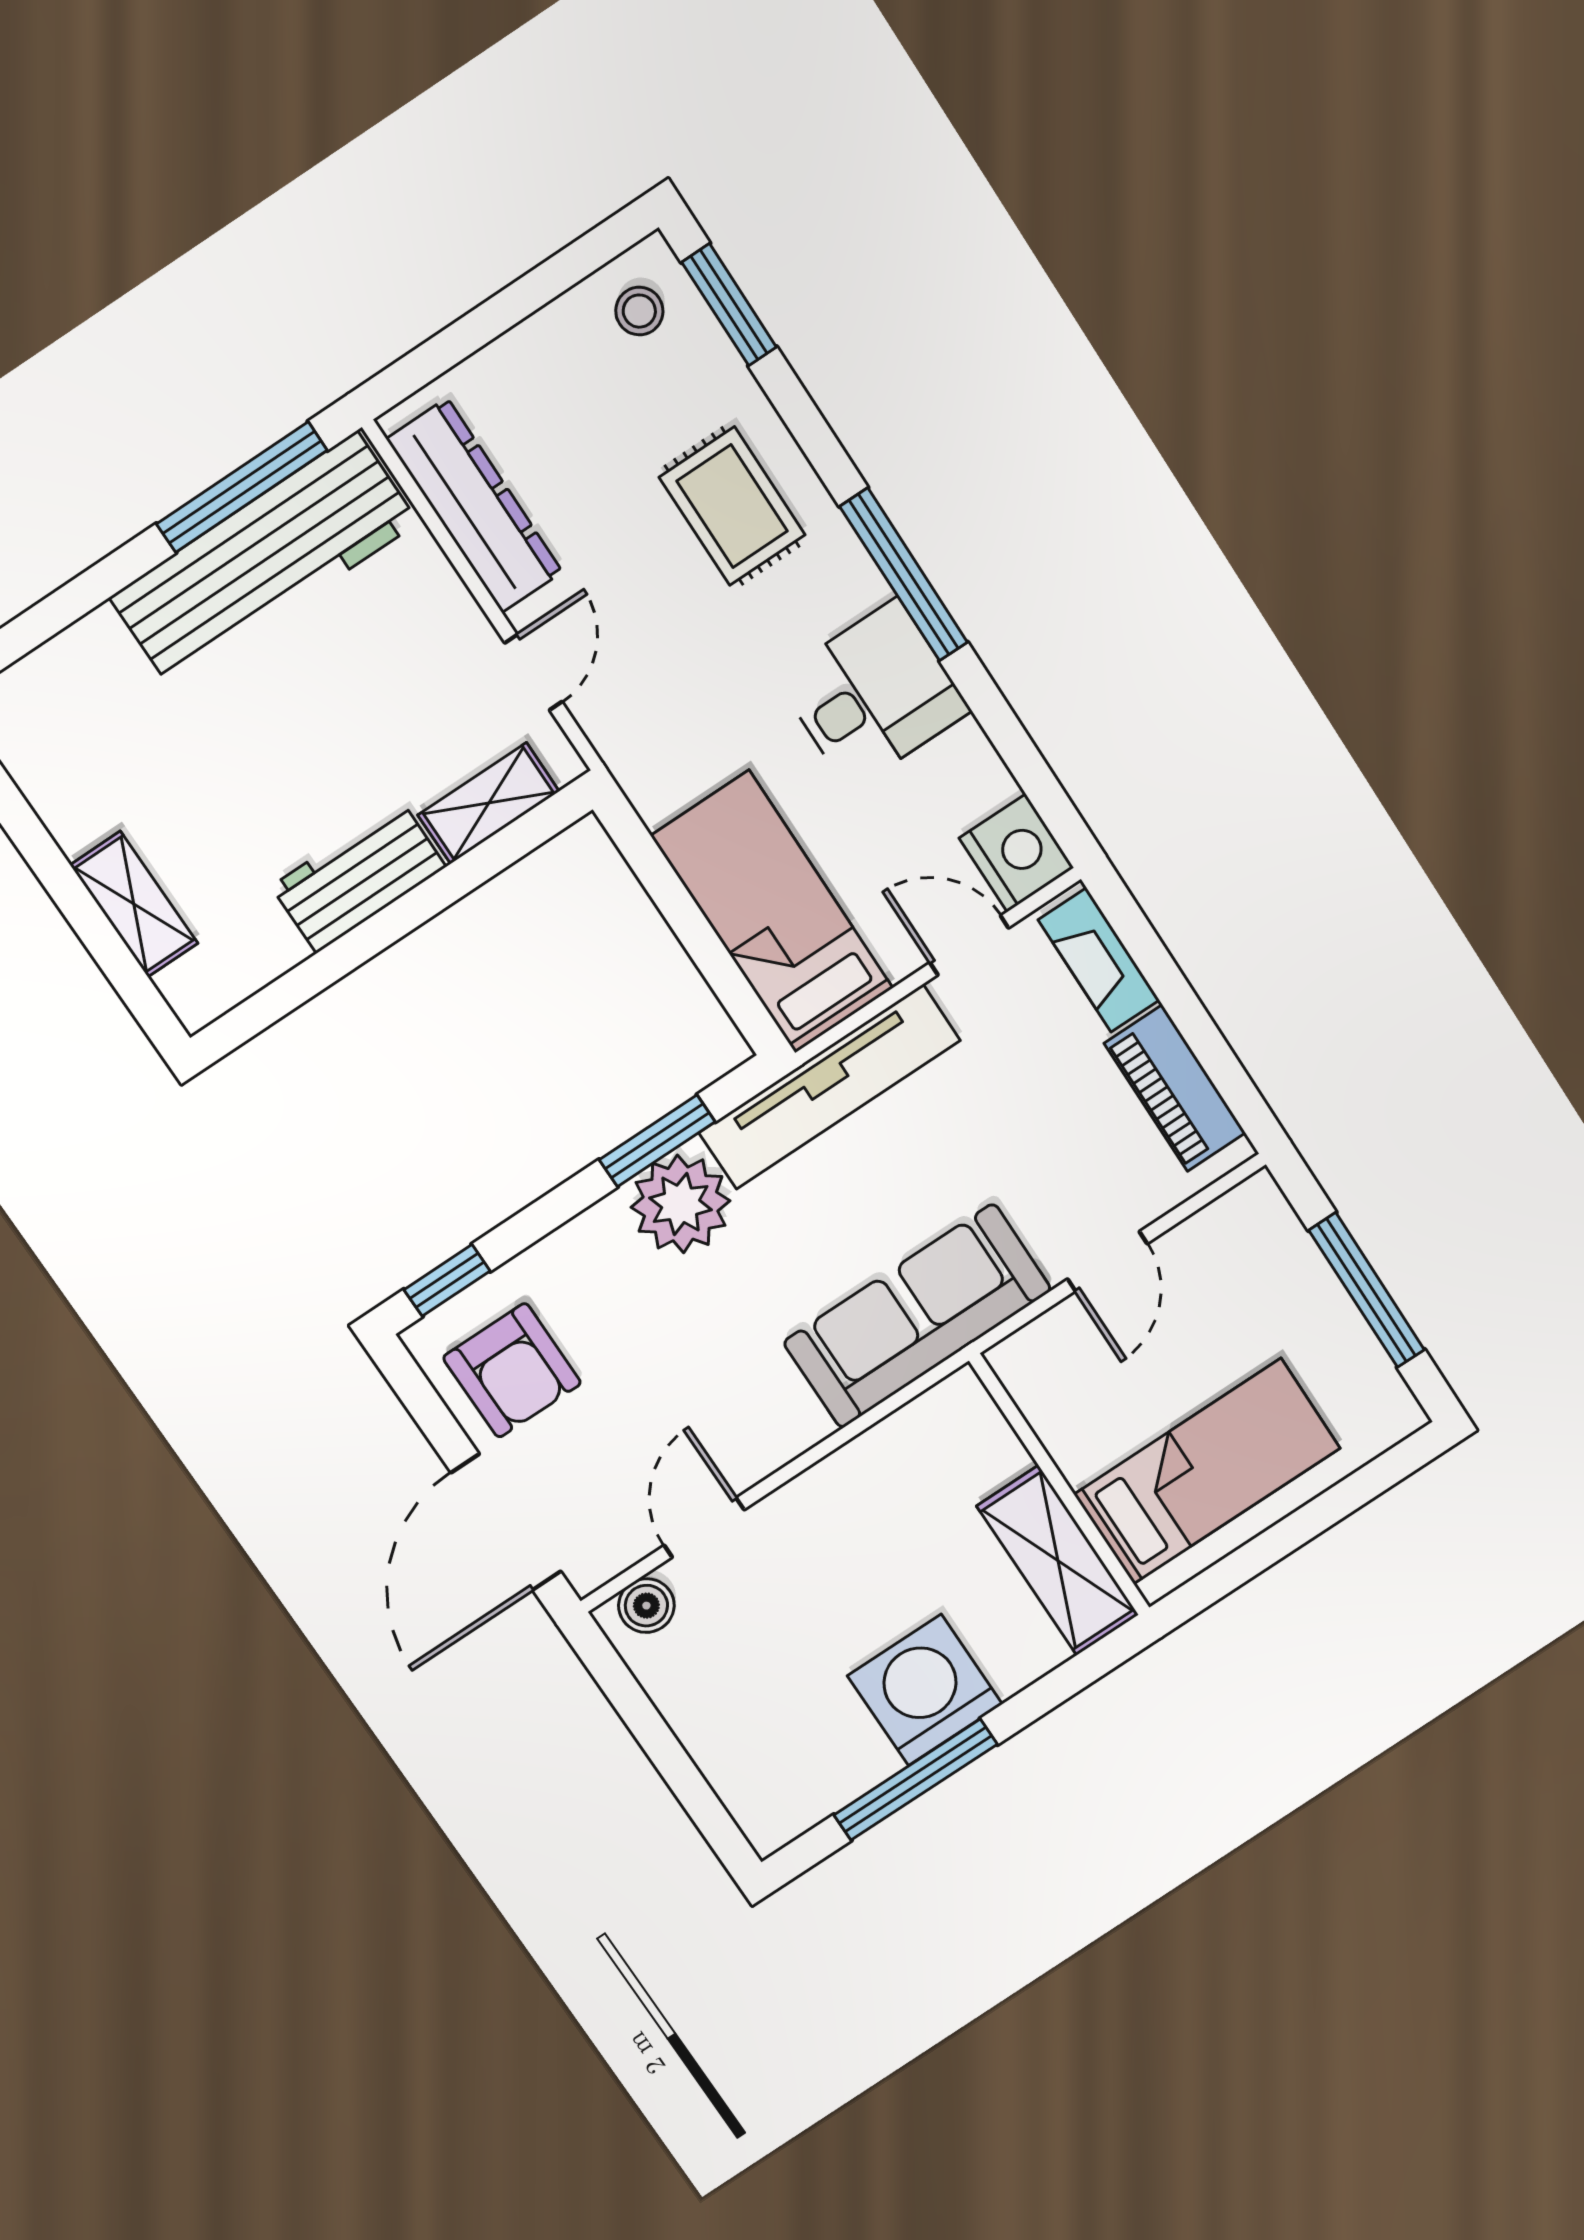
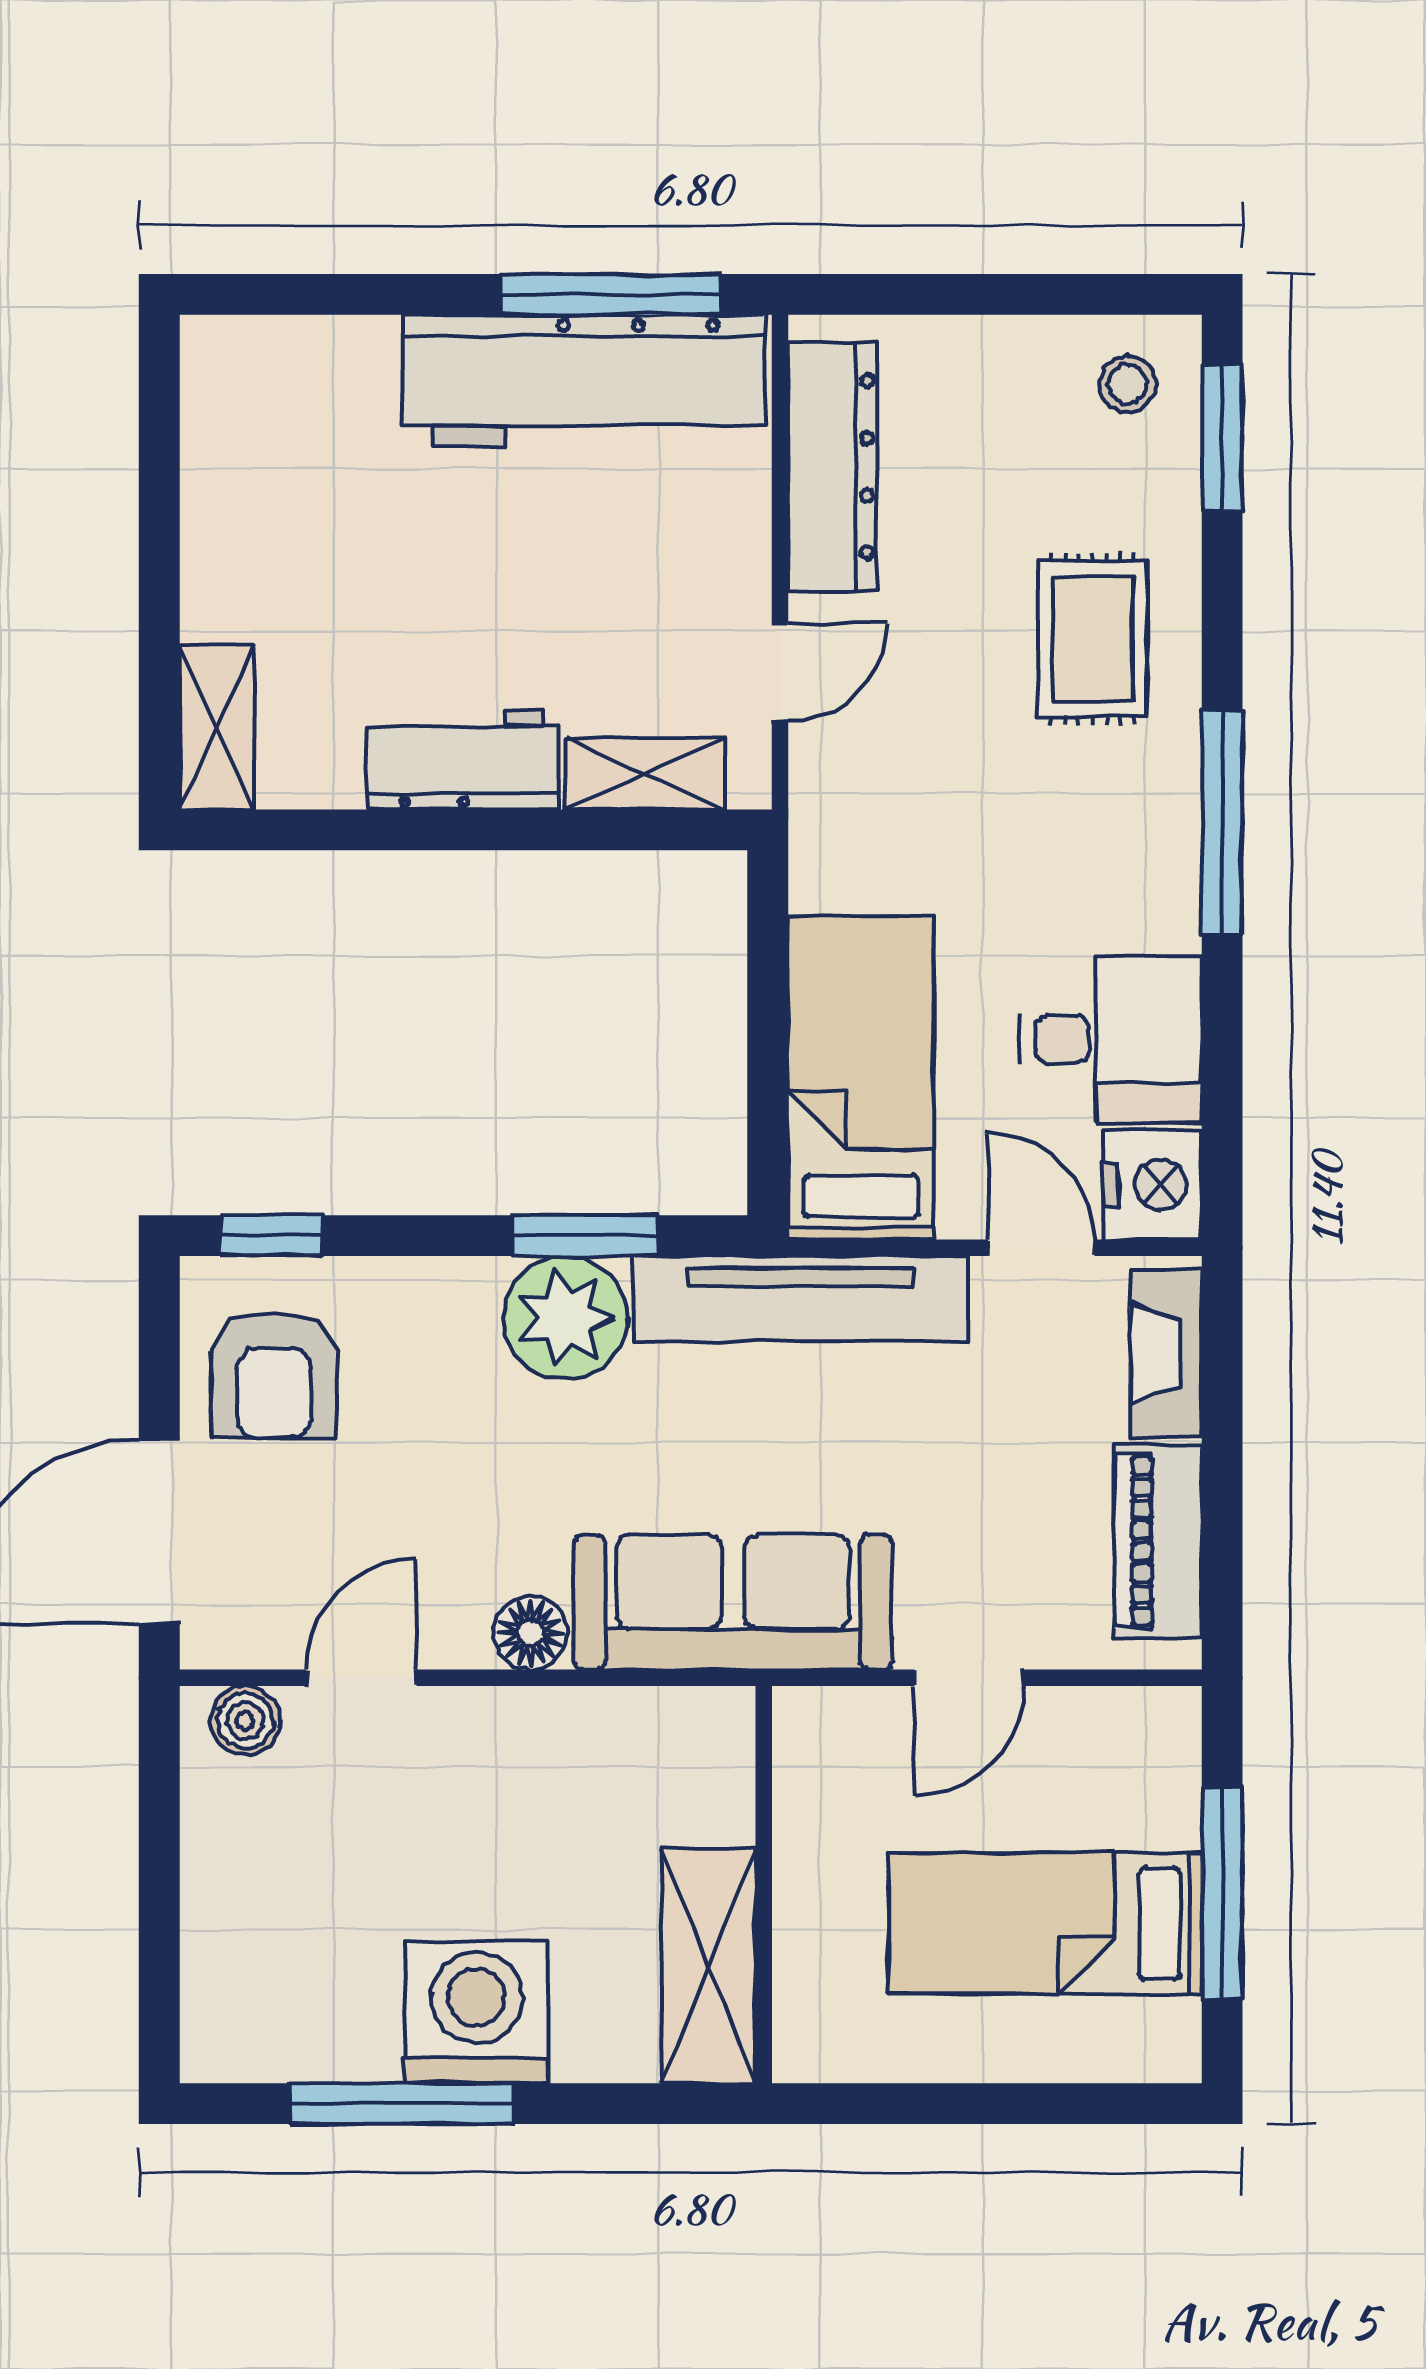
desk: (873, 695) -> (1111, 1039), moved
shelving: (134, 904) -> (217, 727), moved
floor lamp: (796, 1425) -> (530, 1633), added
bed: (1207, 1471) -> (1045, 1924), moved, turned 180

